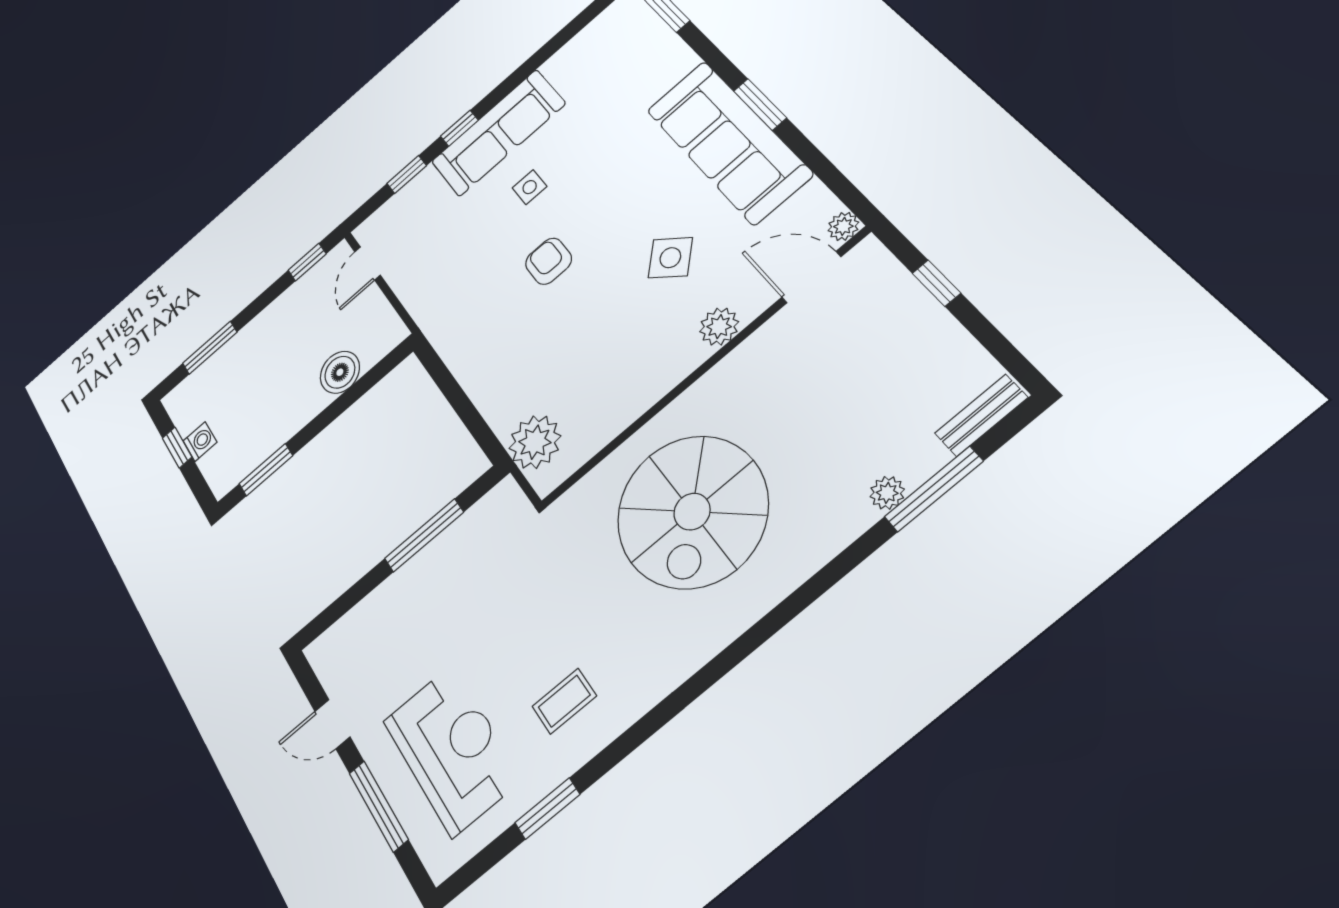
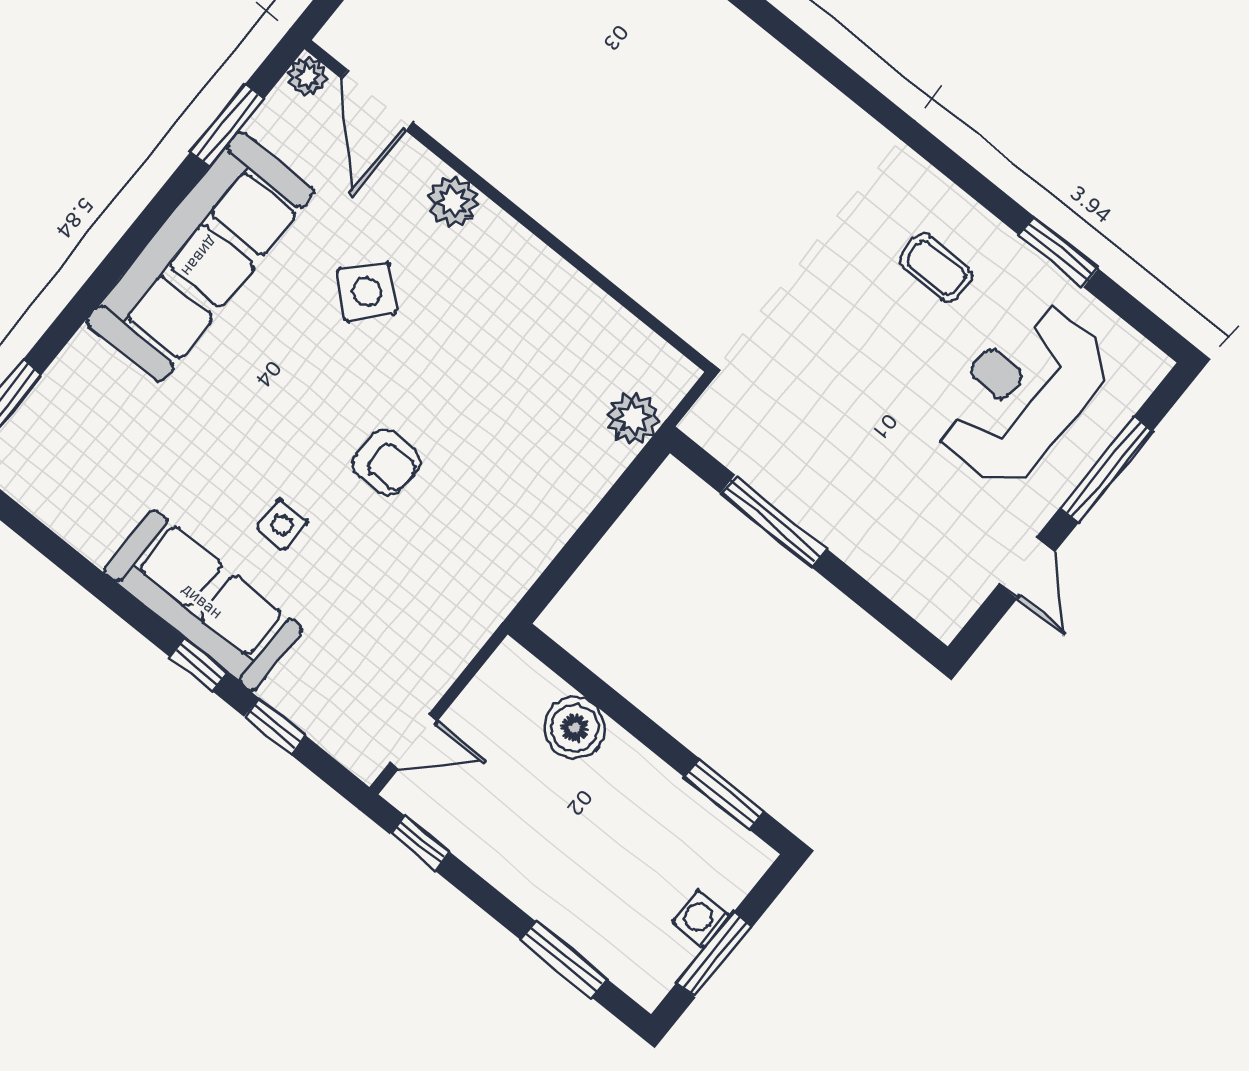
window: (760, 104) -> (227, 125), moved
armchair: (549, 261) -> (386, 463), turned -90
plant: (535, 442) -> (633, 418), width x0.73, depth x0.73
window: (177, 447) -> (715, 955), width x1.50
spiral stairs: (692, 512) -> (688, 173), removed

